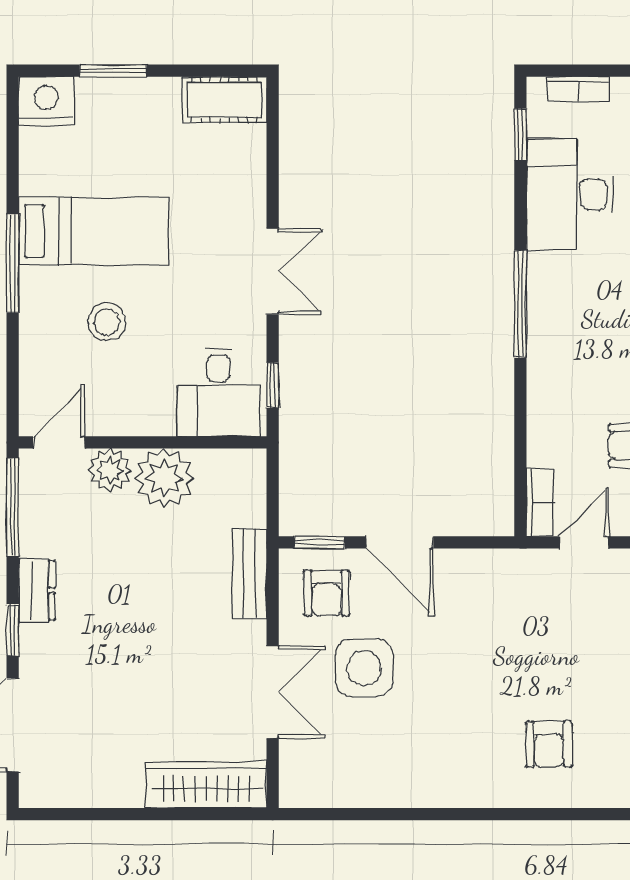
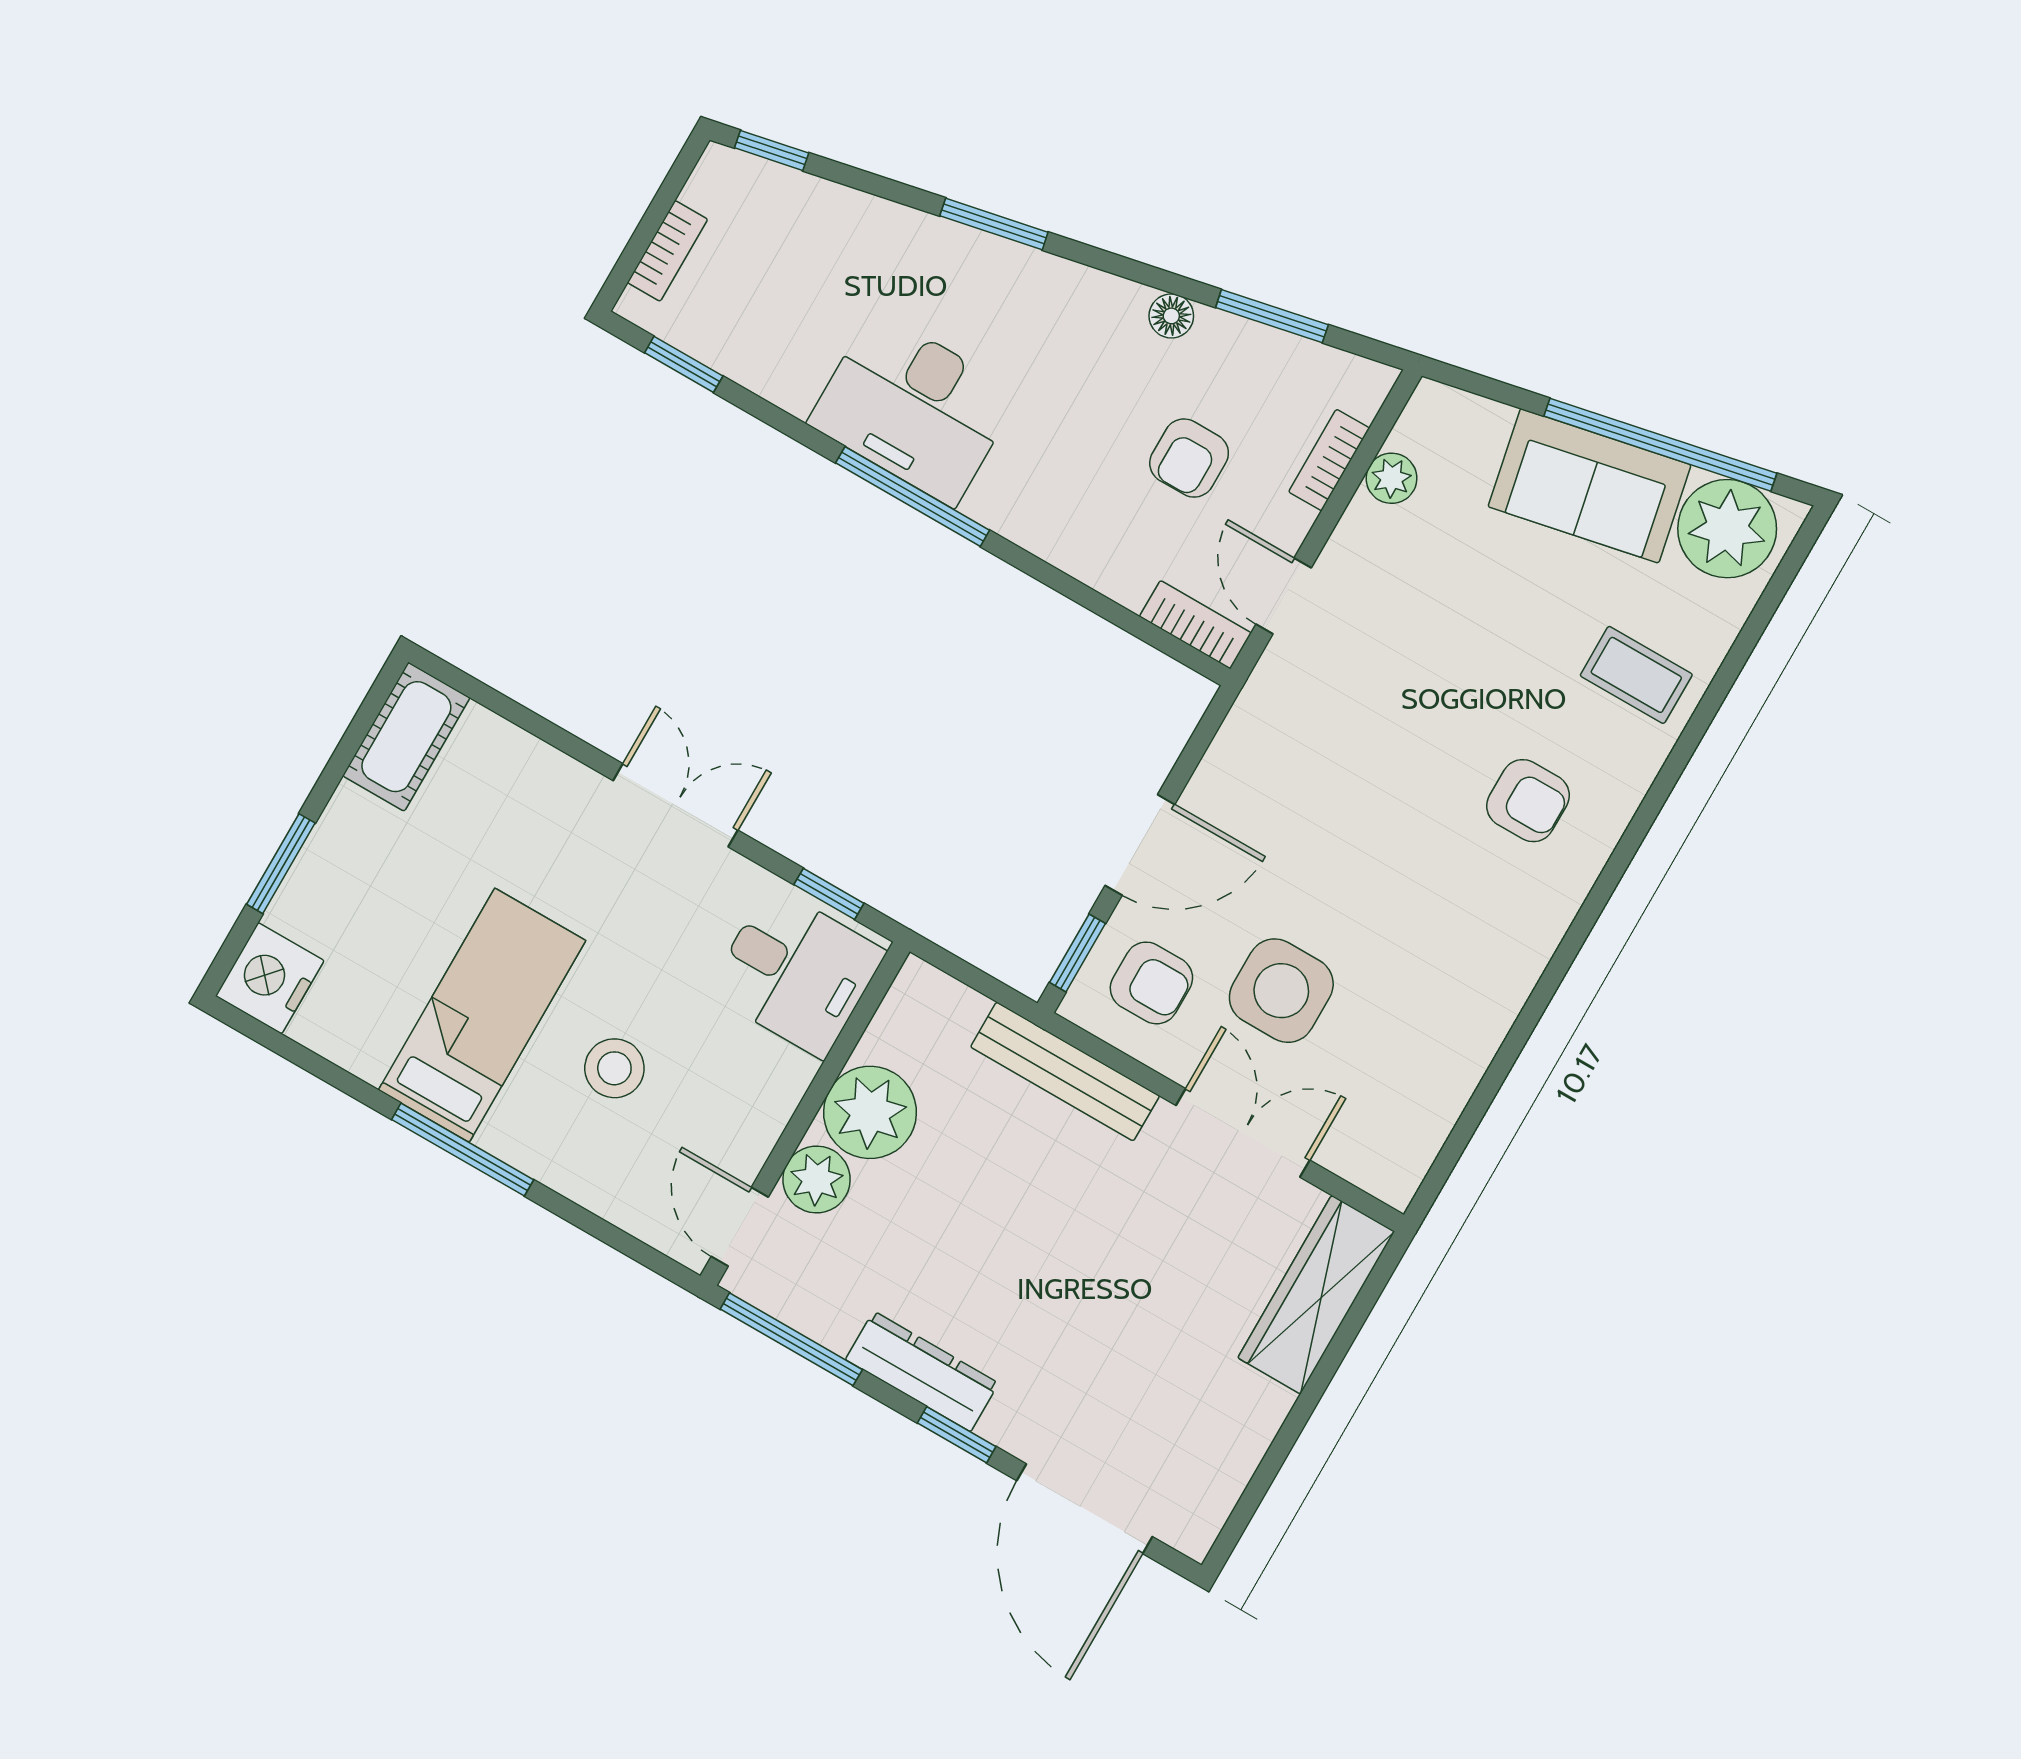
desk: (570, 194) -> (914, 408), moved
bench: (250, 574) -> (1065, 1071), width x1.36
dresser: (37, 590) -> (922, 1371), width x1.44

